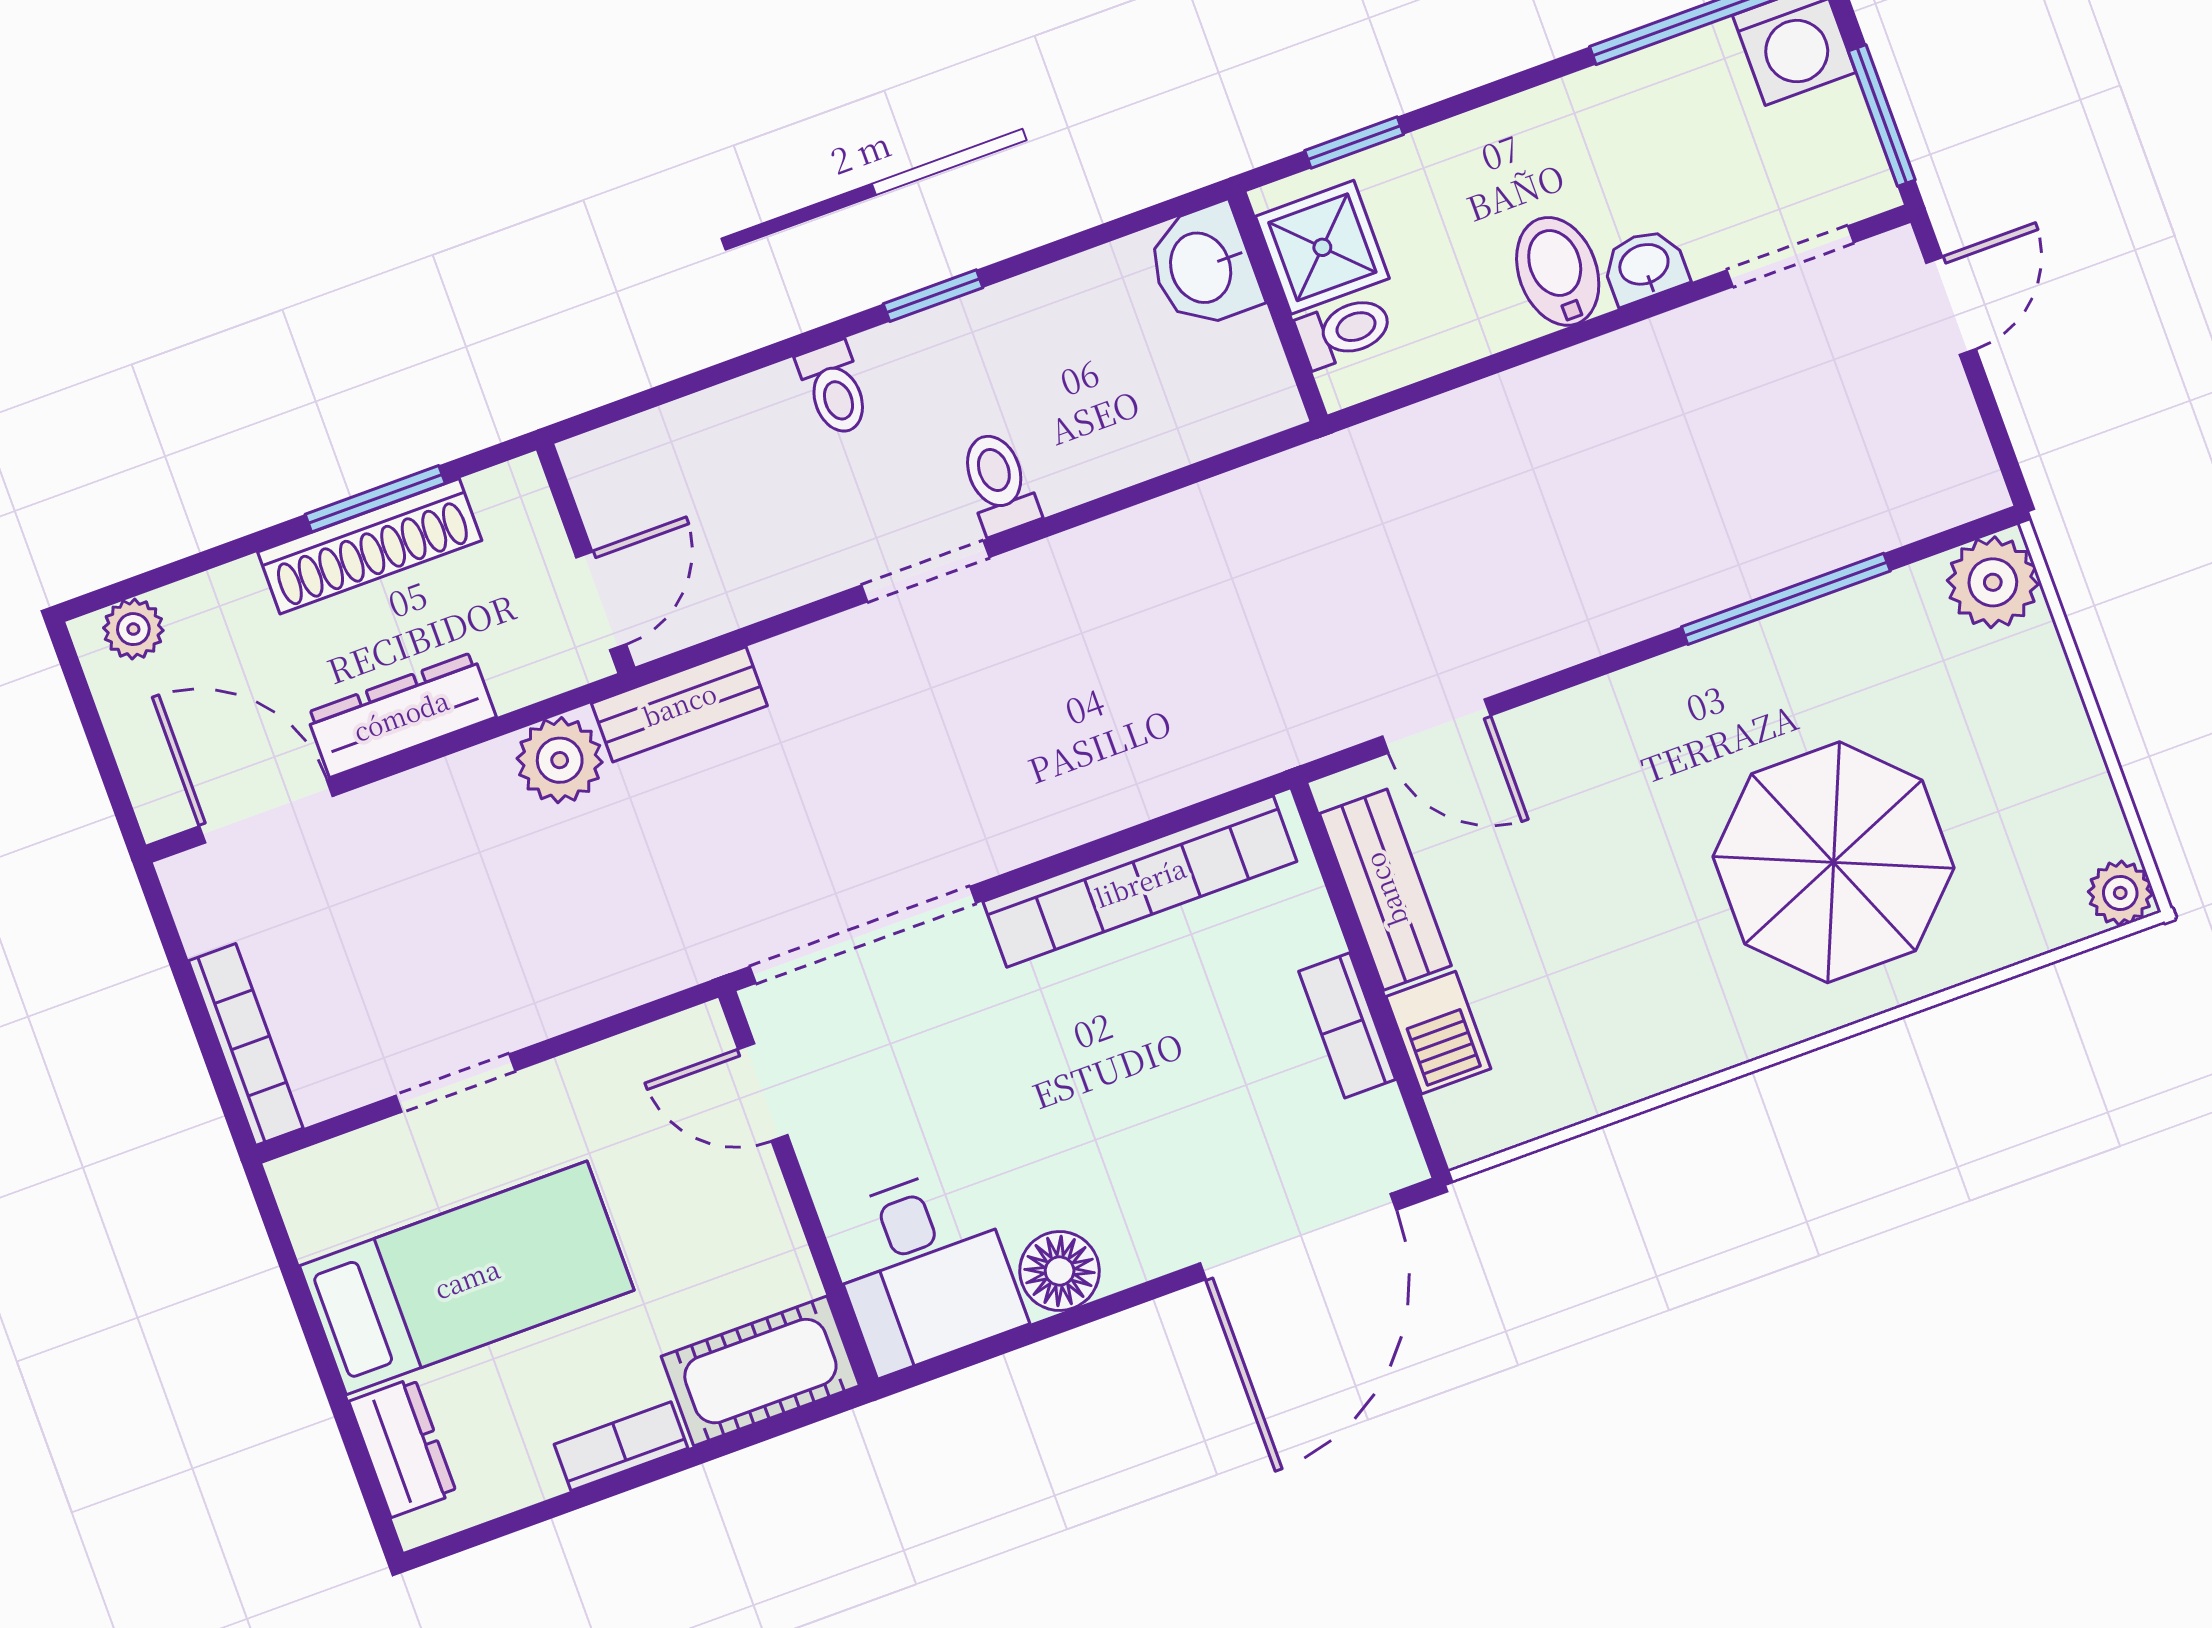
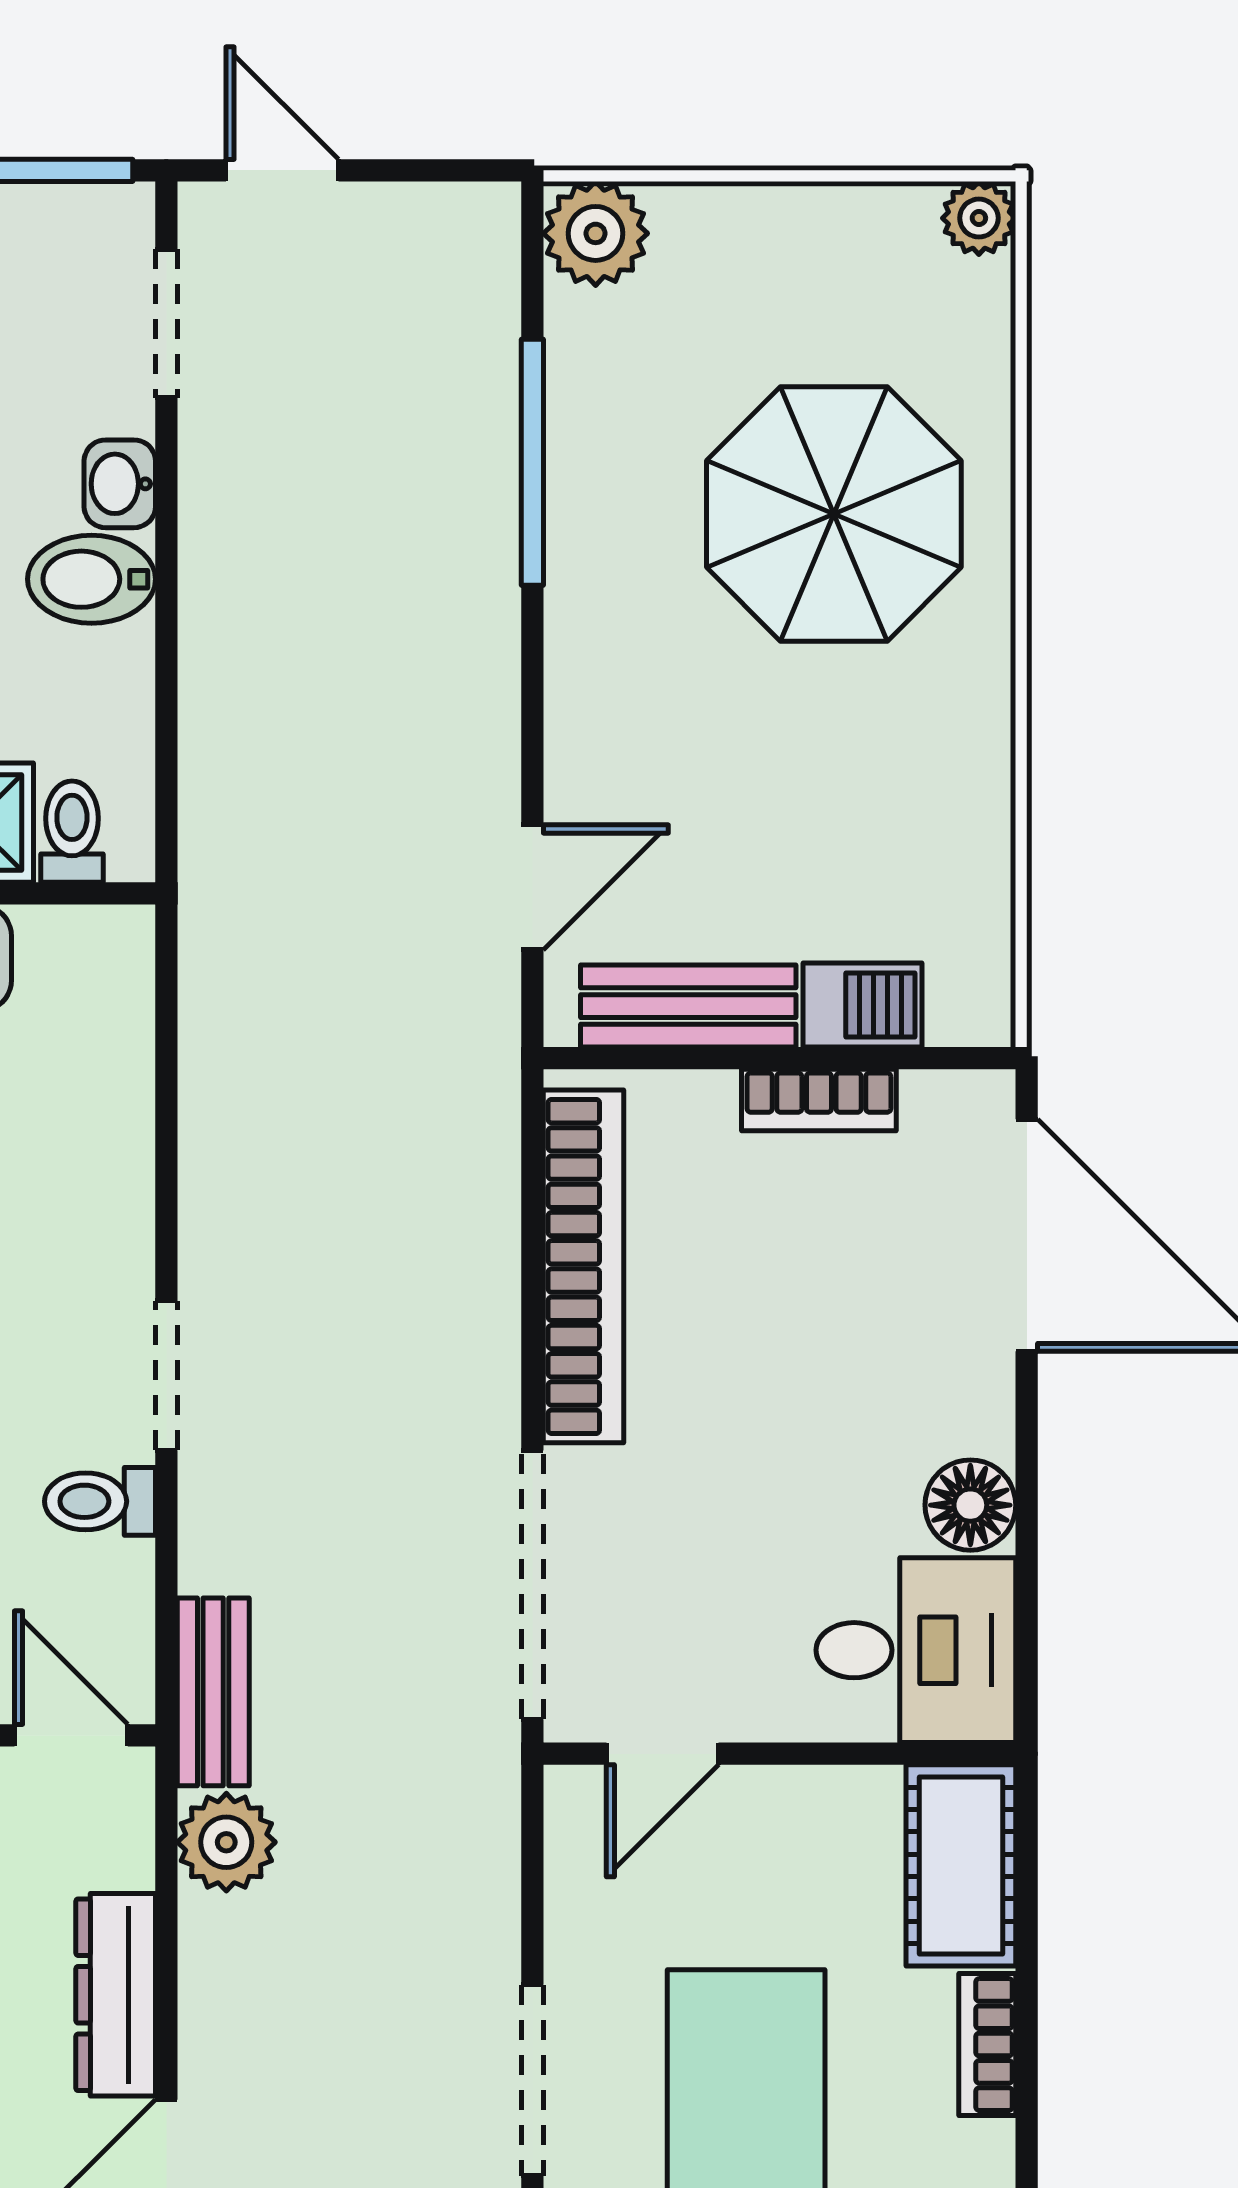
toilet: (999, 483) -> (100, 1501), moved
doorway: (456, 1083) -> (532, 2080), width x1.38

